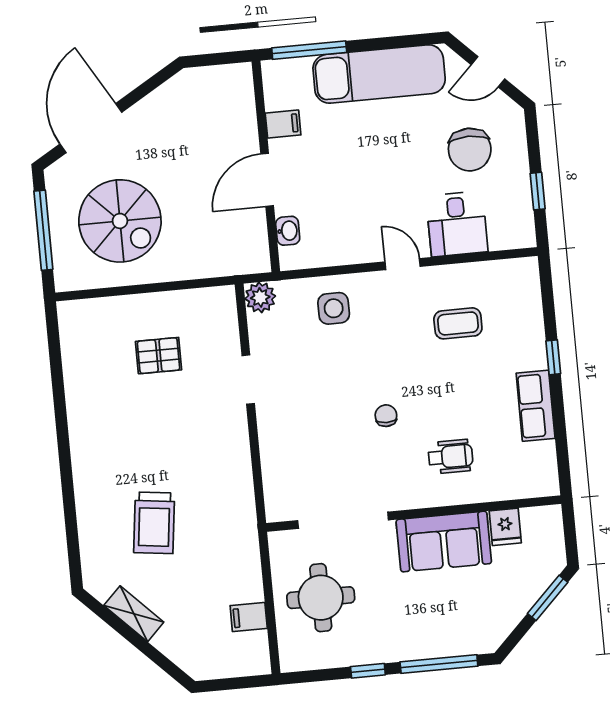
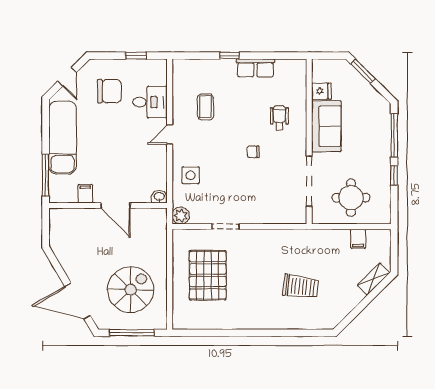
washbasin: (288, 231) -> (159, 197), moved
pallet: (159, 356) -> (208, 275), width x2.05, depth x2.00
shelving: (134, 614) -> (374, 279), moved

